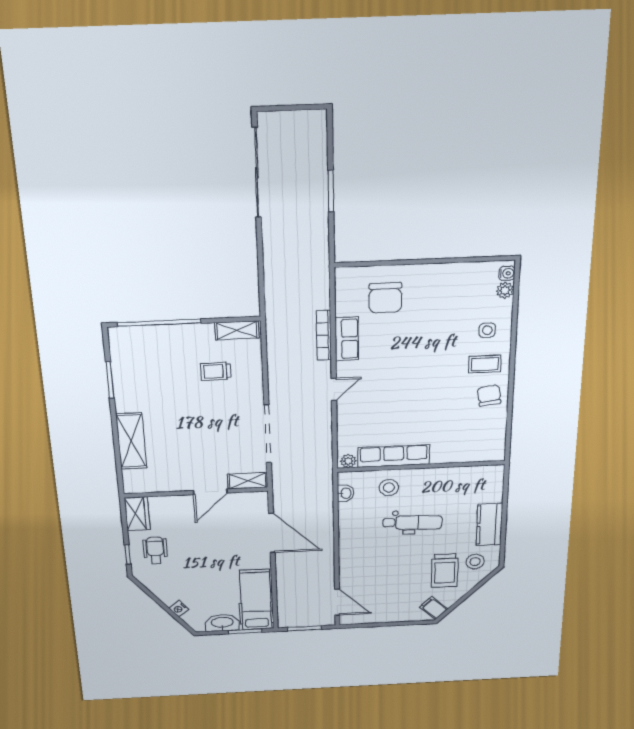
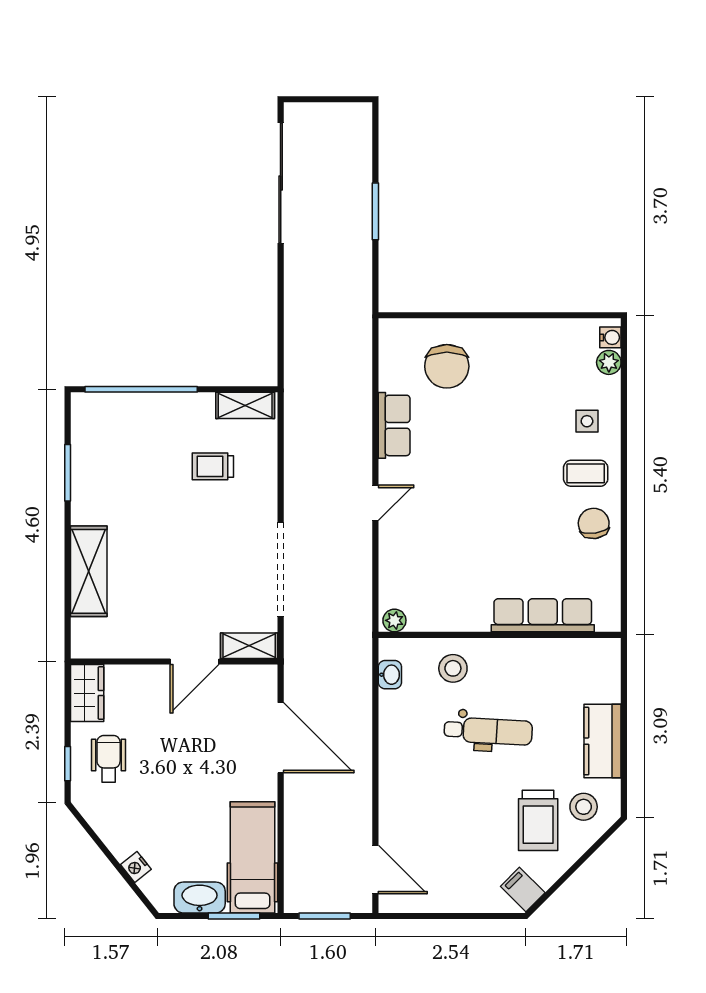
bookcase: (324, 335) -> (363, 418), removed
row of seats: (394, 456) -> (543, 615), moved

